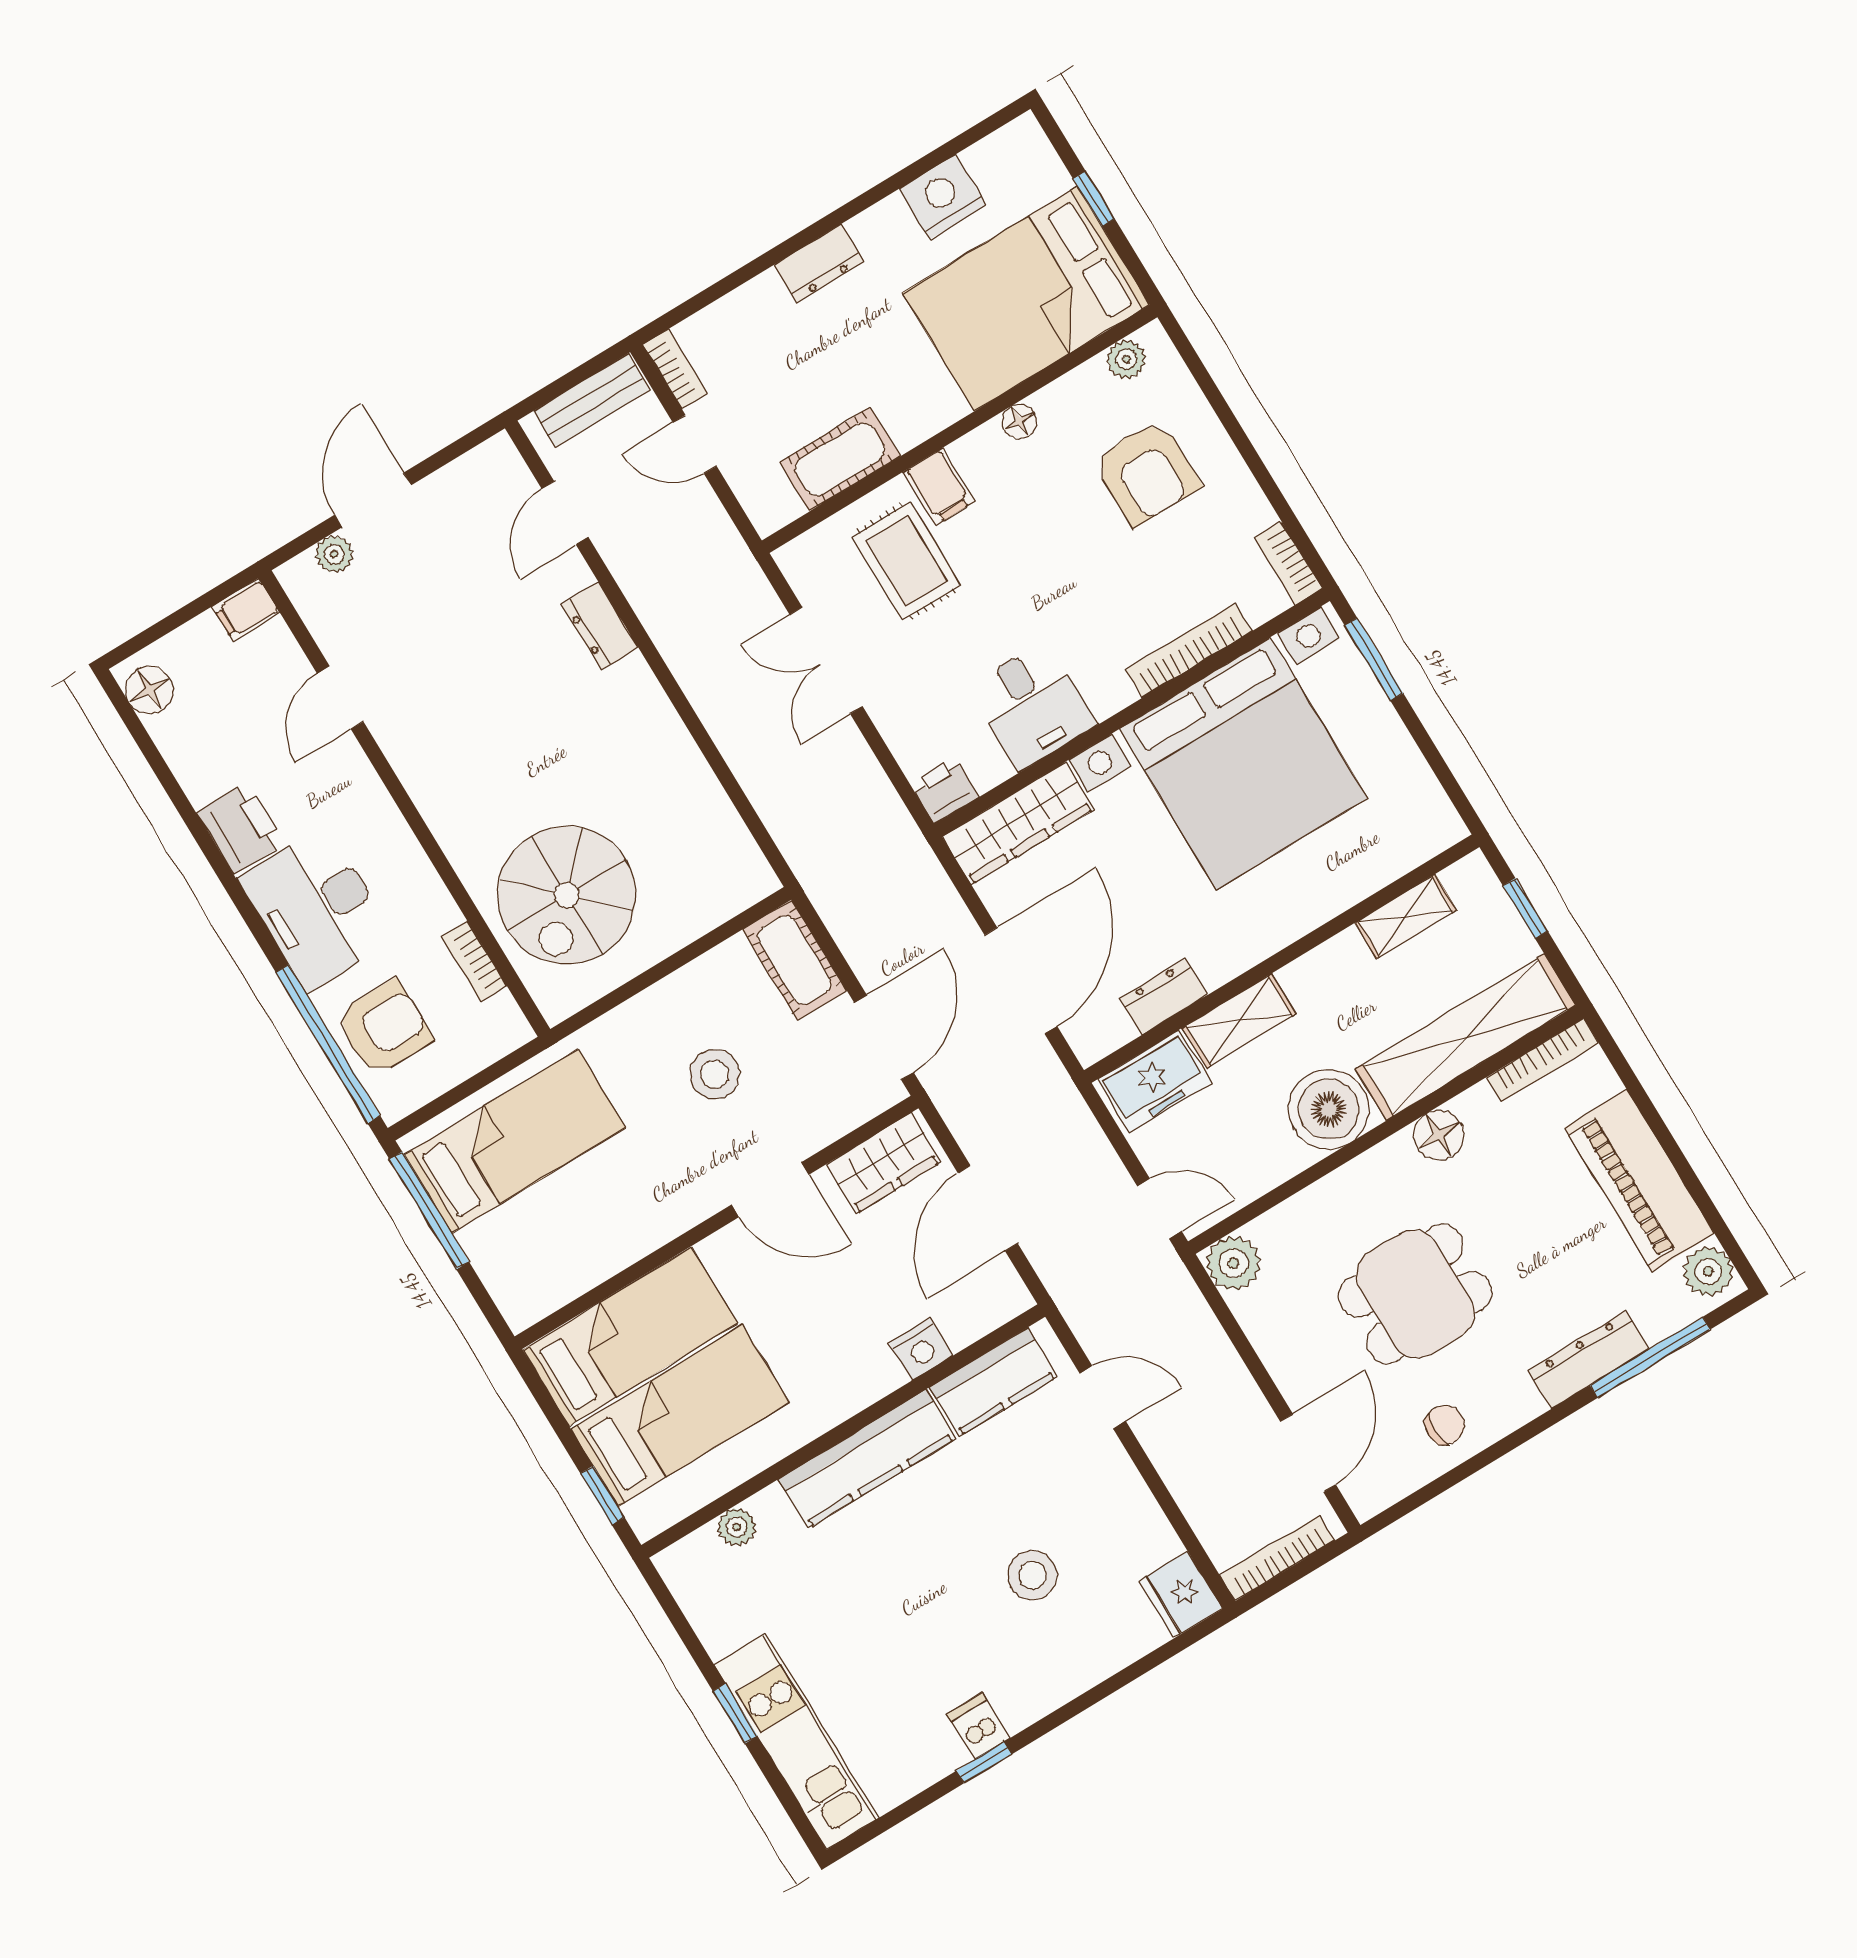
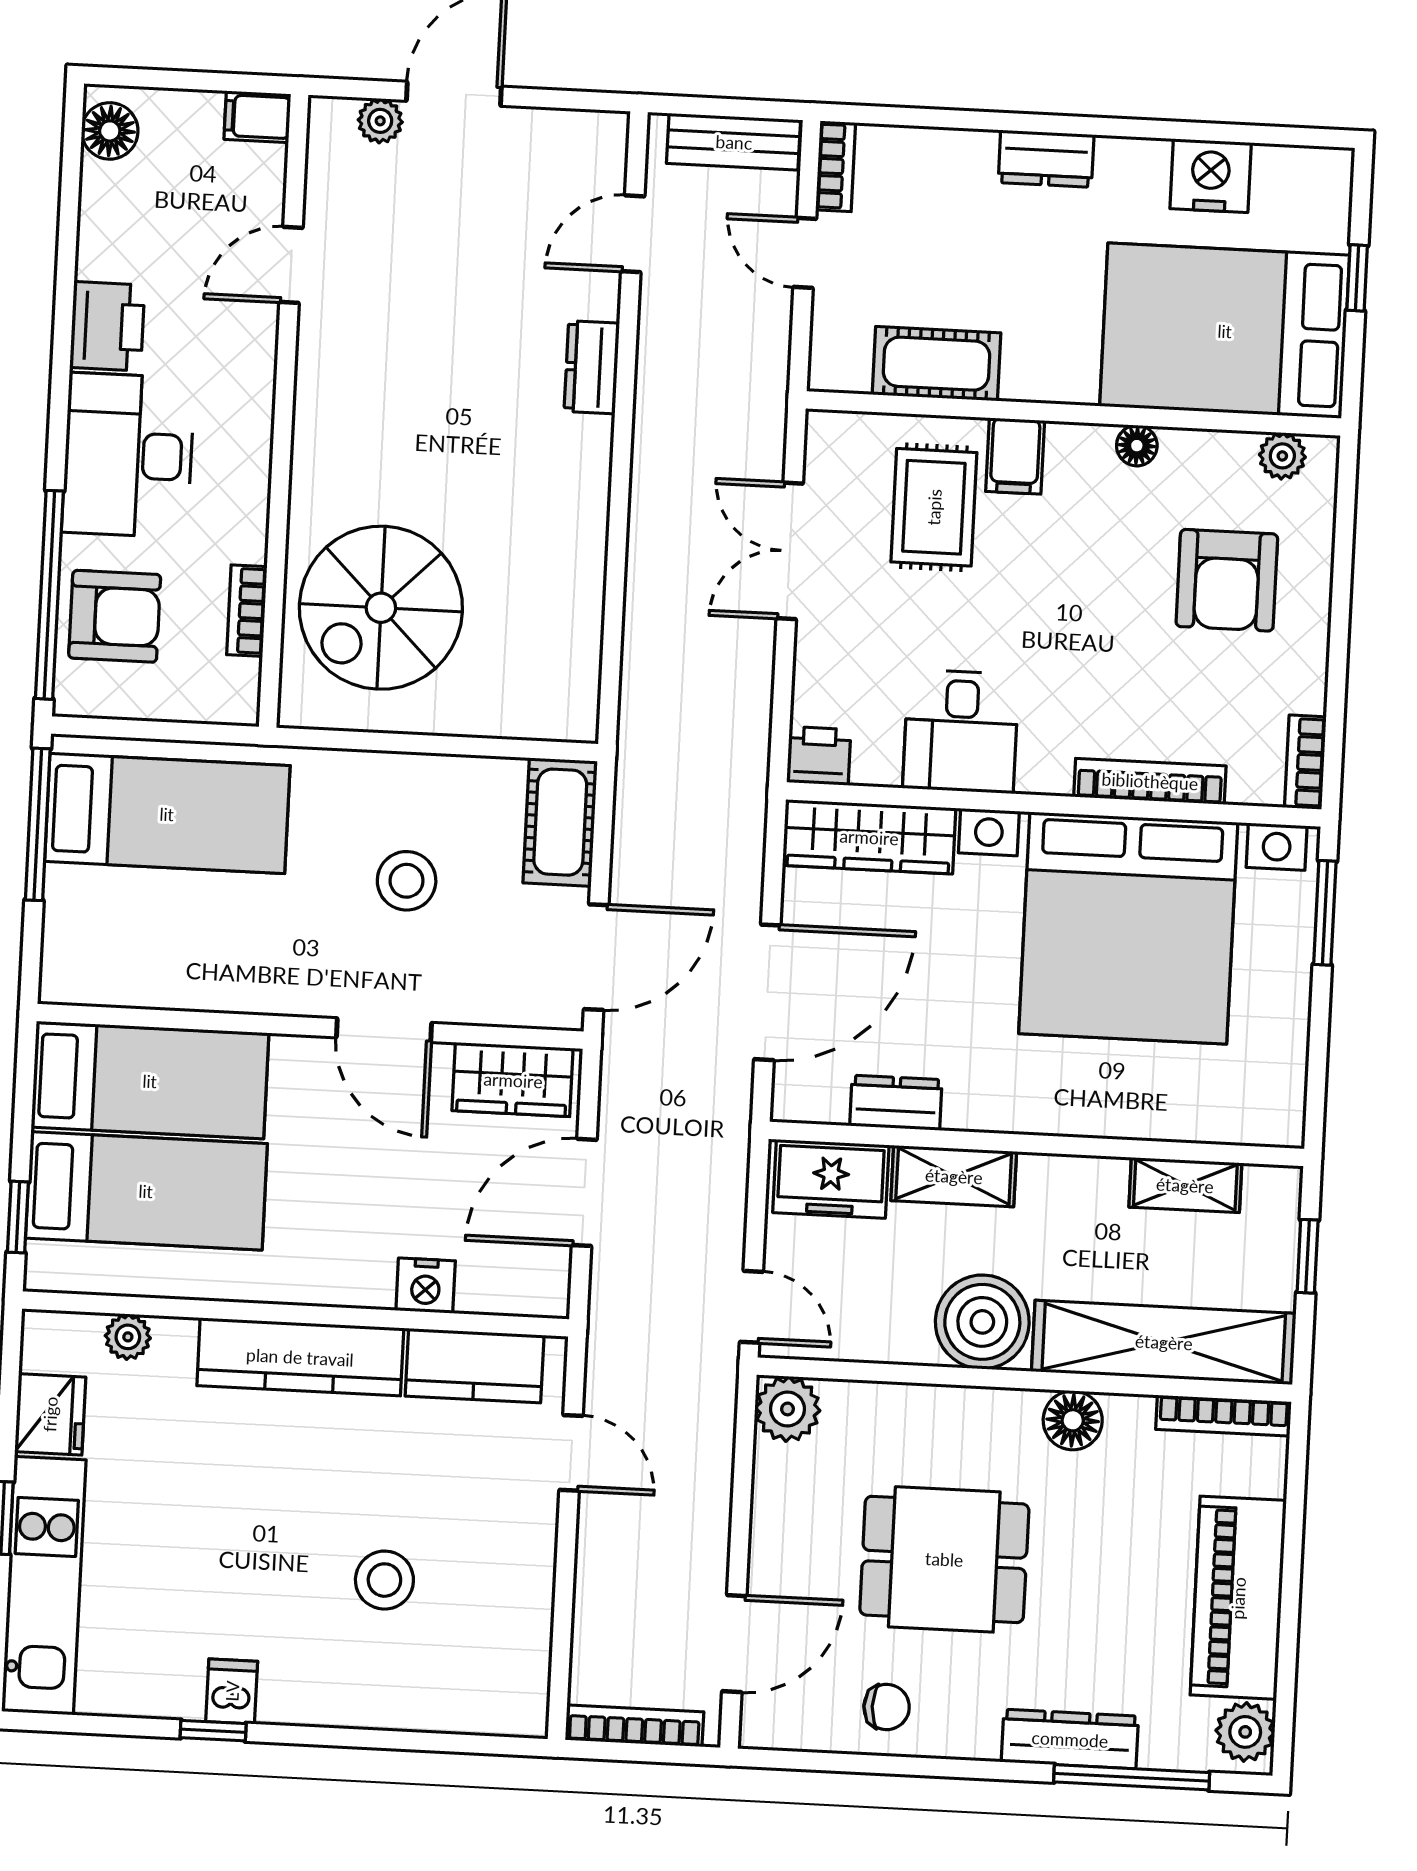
fridge: (1181, 1594) -> (50, 1414), moved, turned 180

